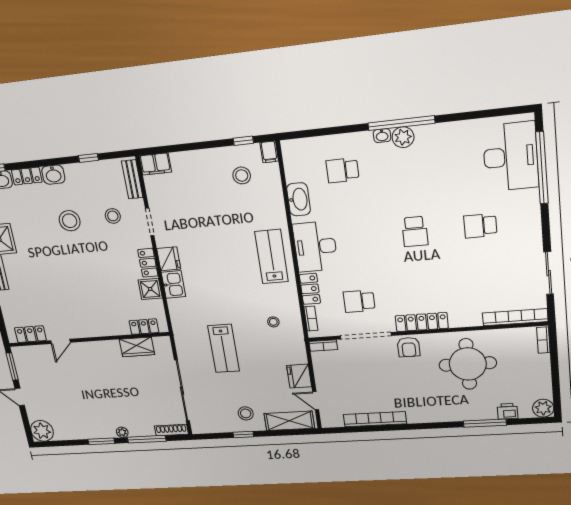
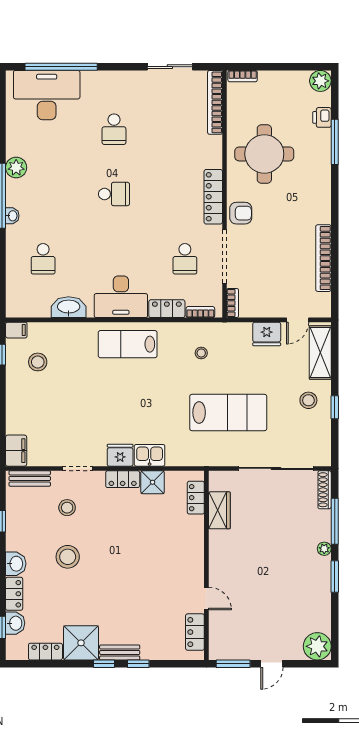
plant: (403, 137) -> (16, 167), moved
lab bench: (224, 348) -> (228, 413), width x1.36, depth x1.39

